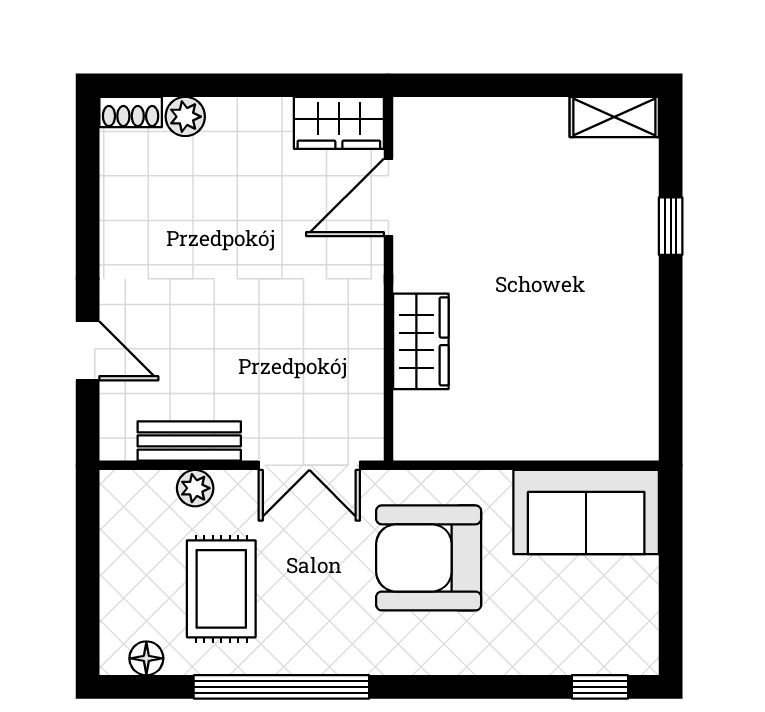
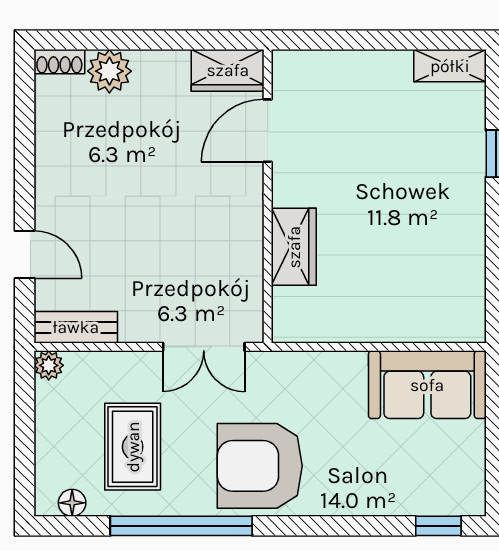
plant: (185, 117) -> (109, 71), width x1.38, depth x1.38
bench: (189, 441) -> (76, 327), moved
plant: (195, 488) -> (49, 365), moved
armchair: (429, 558) -> (260, 466), moved

